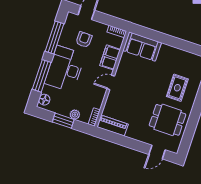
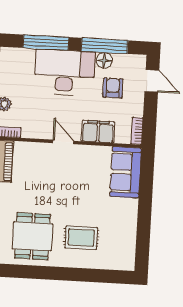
armchair: (84, 40) -> (113, 88), turned -91
floor lamp: (44, 100) -> (104, 60), moved

